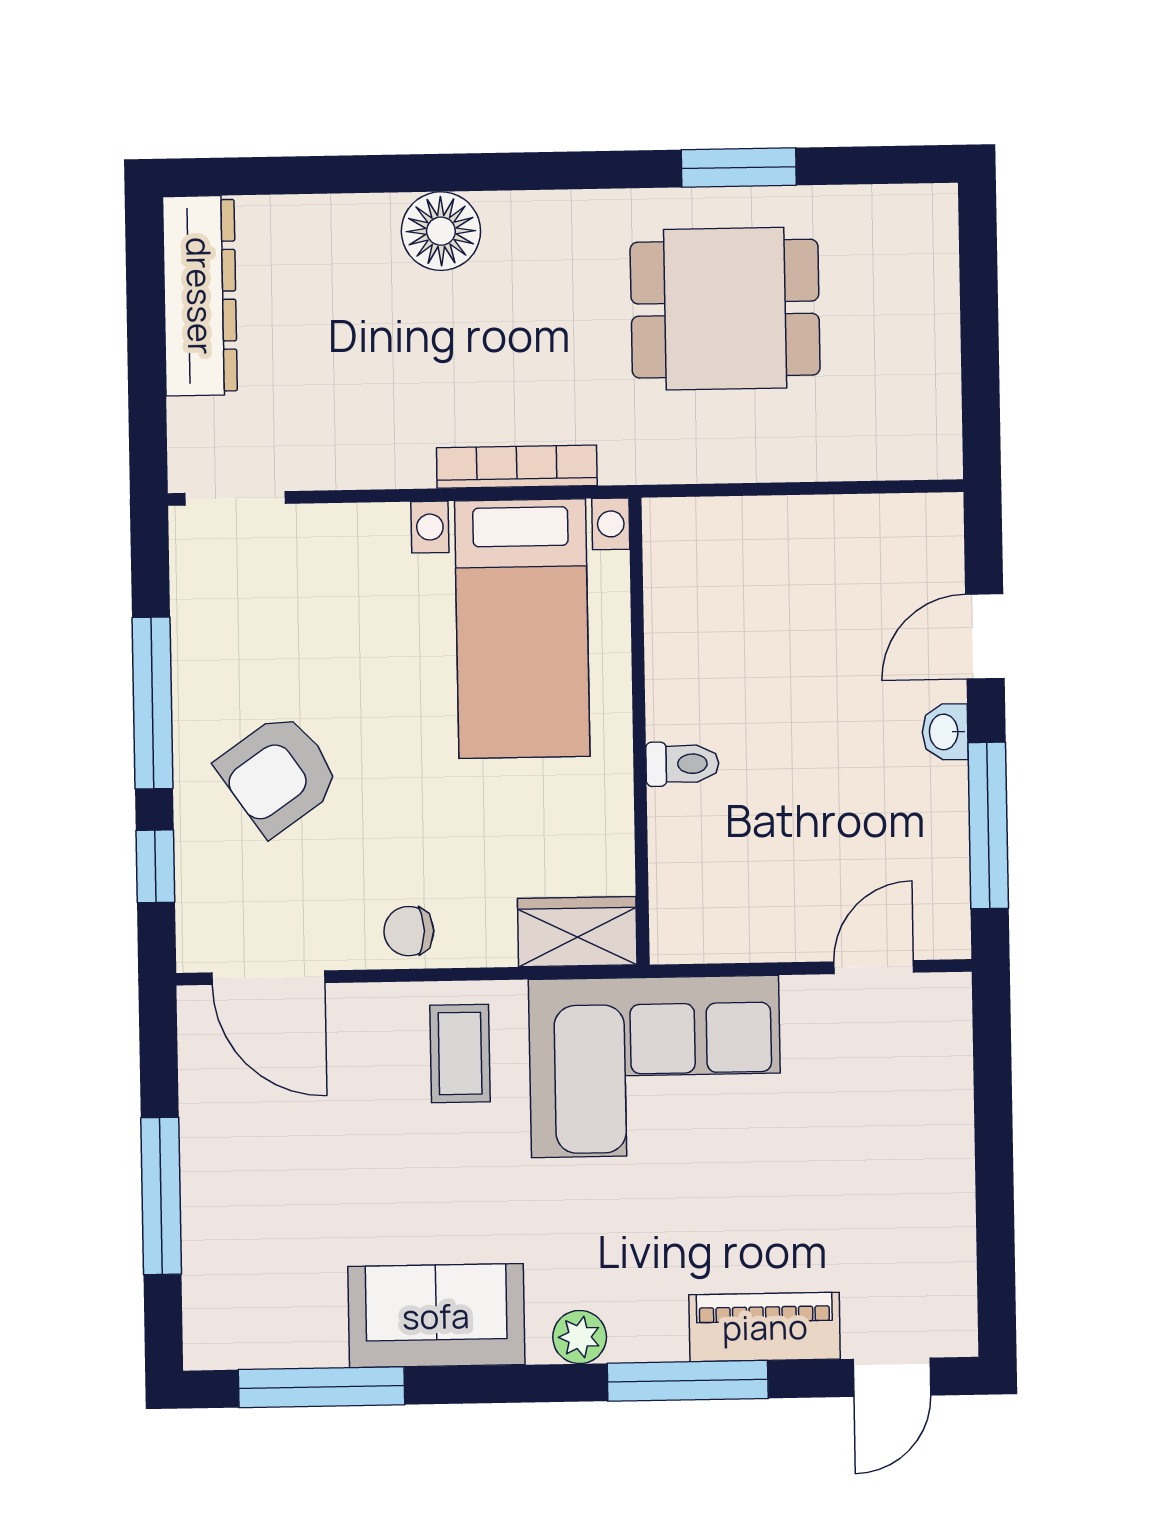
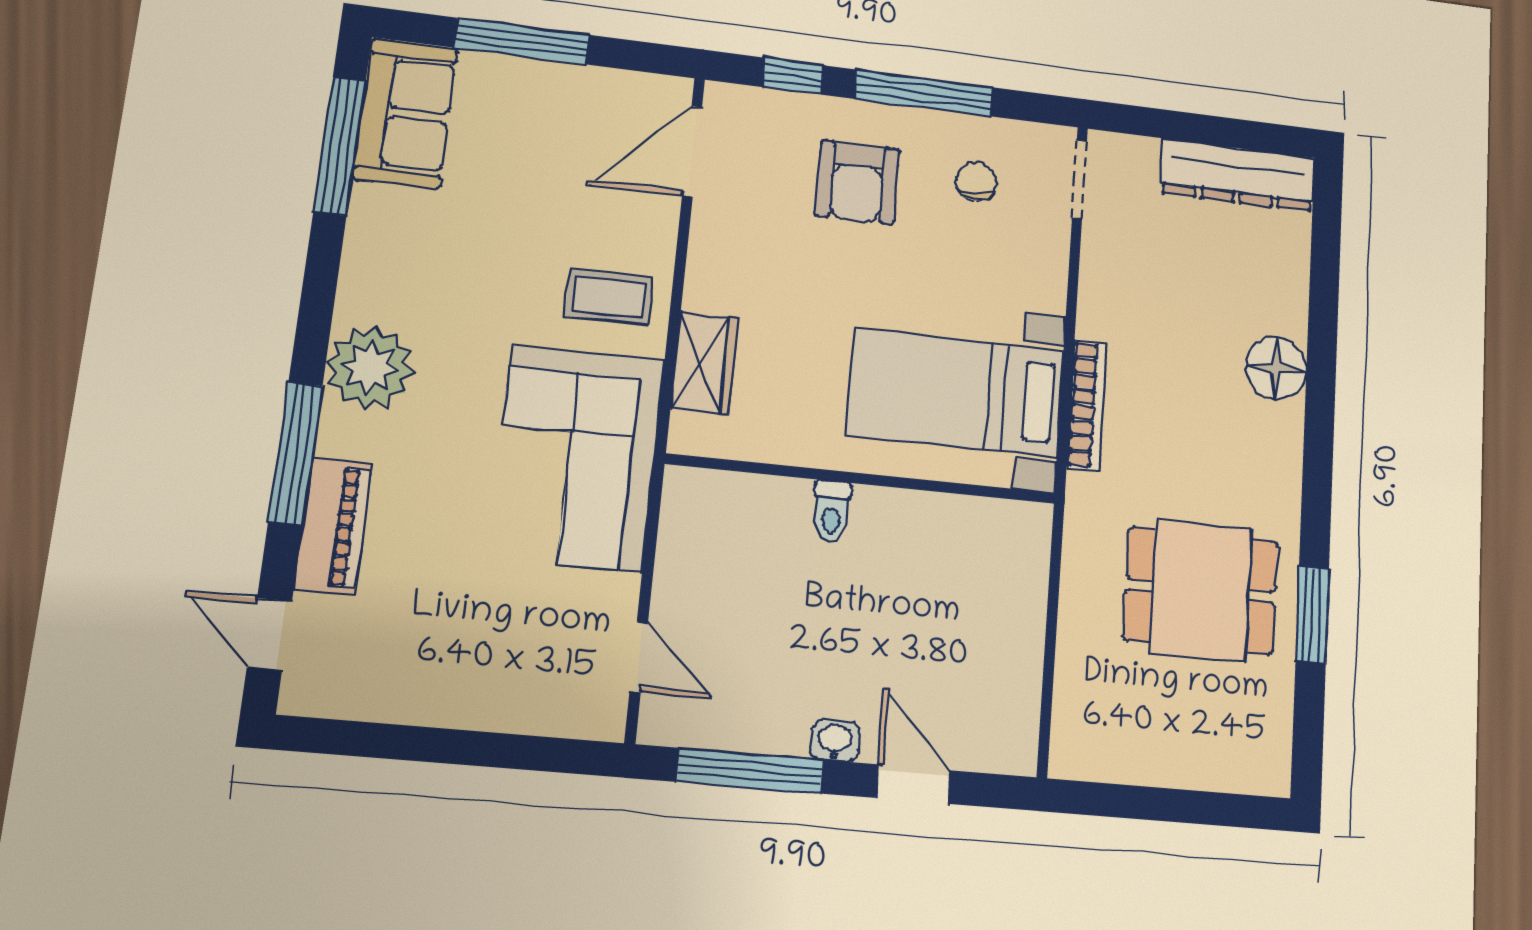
dining table: (725, 309) -> (1201, 591), turned 90
armchair: (278, 774) -> (857, 183), turned -145
chair: (409, 931) -> (976, 181), moved
wardrobe: (577, 932) -> (704, 363), moved
sofa: (436, 1316) -> (405, 114), moved
plant: (580, 1337) -> (370, 368), width x1.88, depth x1.88

